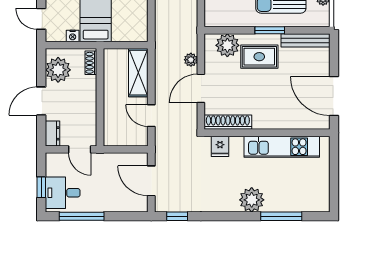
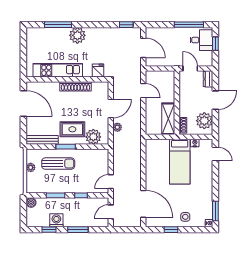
shelving: (138, 73) -> (168, 119), moved
shoe rack: (228, 122) -> (76, 86), moved

